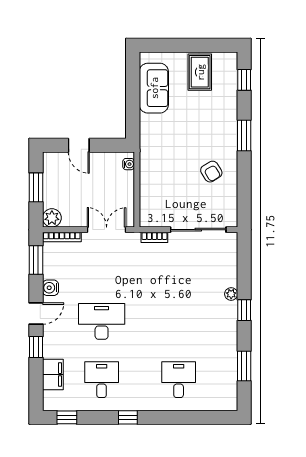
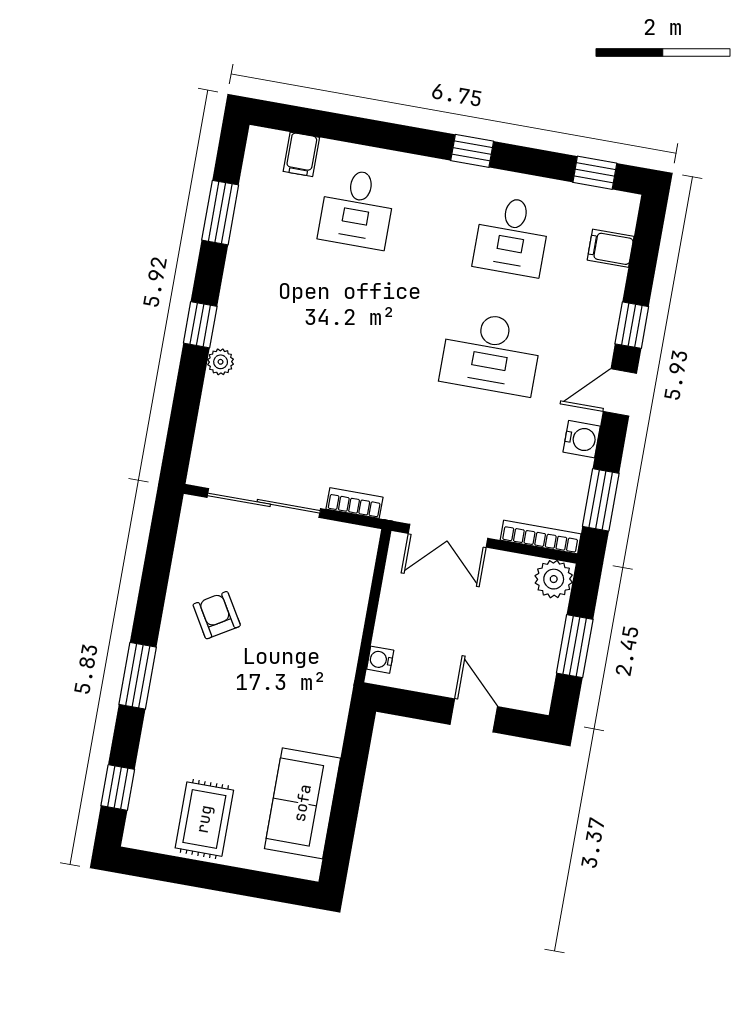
filing cabinet: (53, 375) -> (611, 248), width x0.50
filing cabinet: (210, 401) -> (301, 154), added

